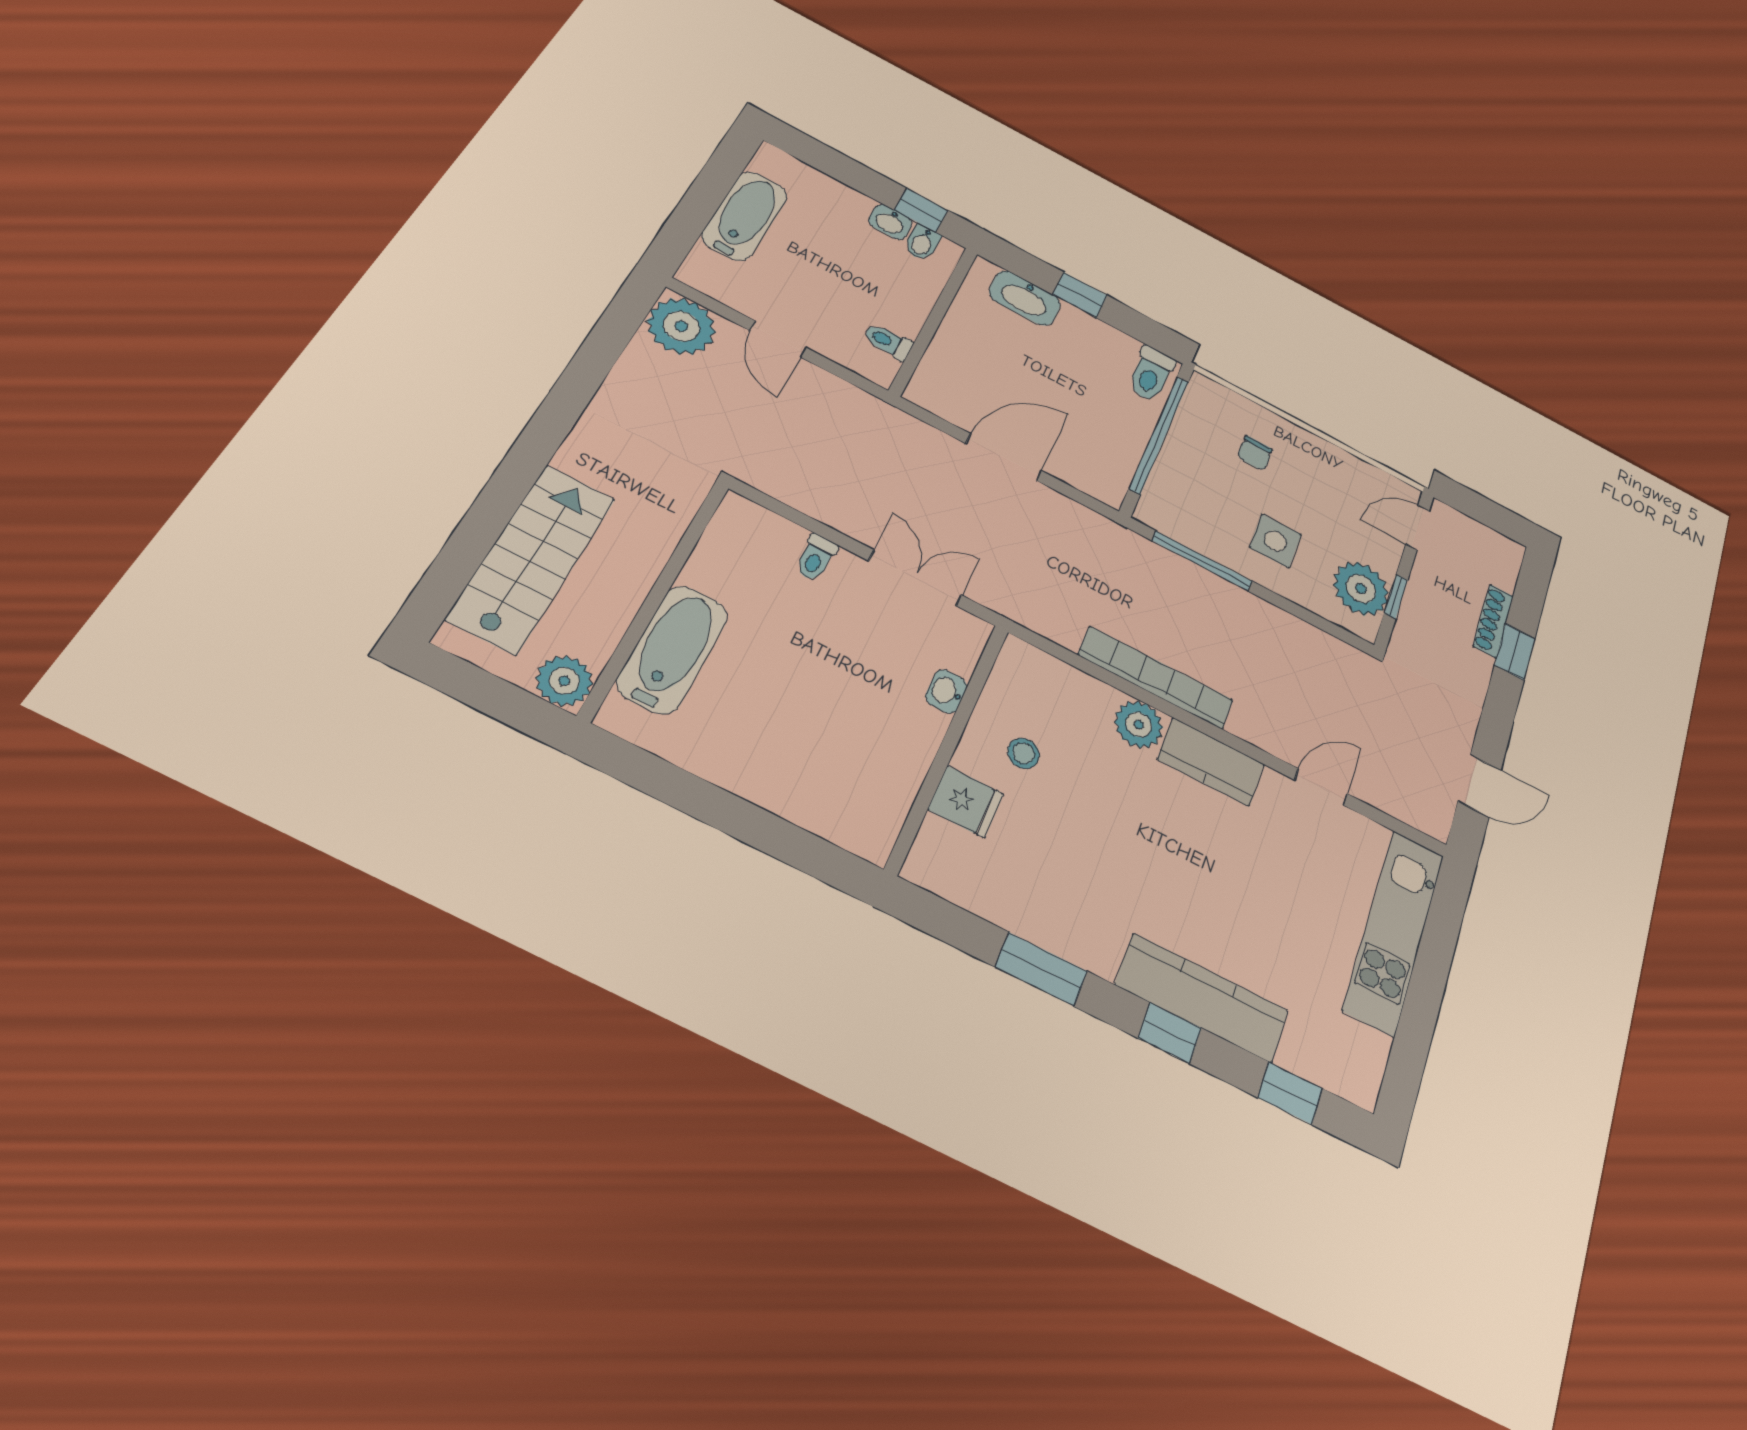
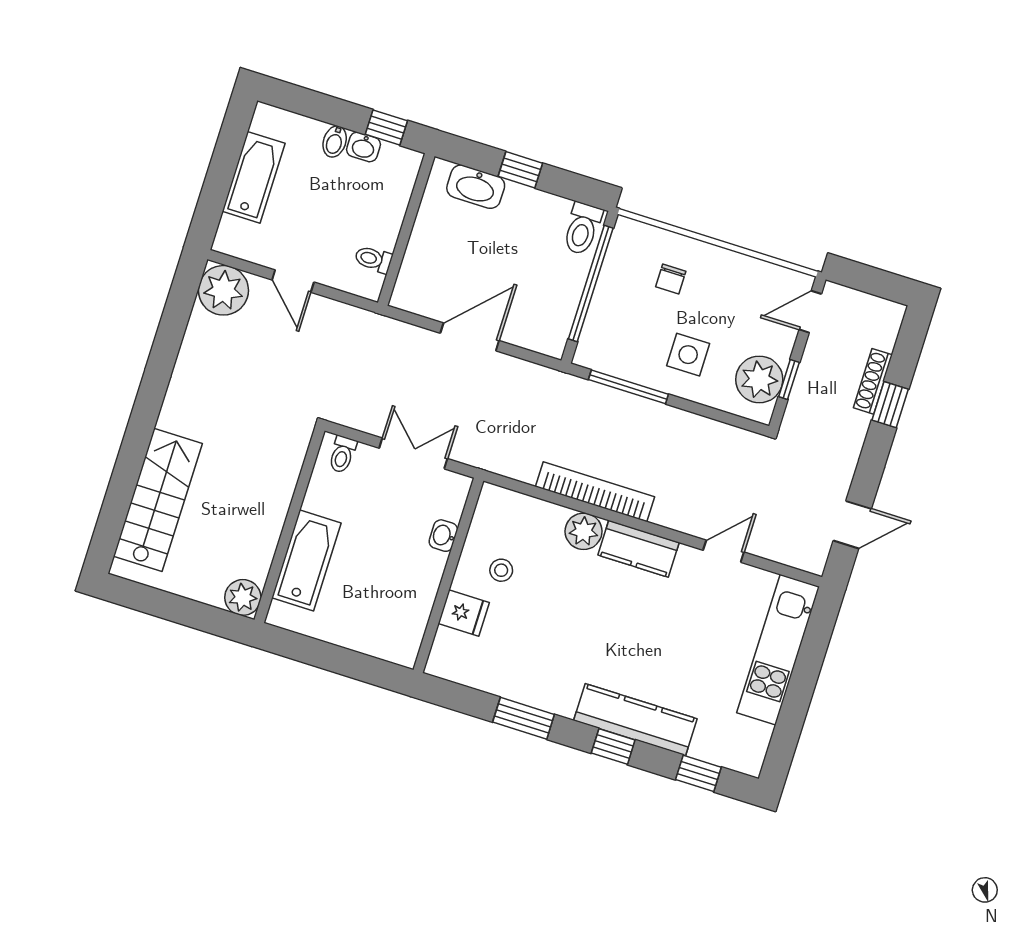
bidet: (922, 243) -> (335, 142), moved
wall: (656, 597) -> (290, 525), moved
bathtub: (673, 649) -> (306, 560), moved
plant: (564, 681) -> (243, 597), moved

